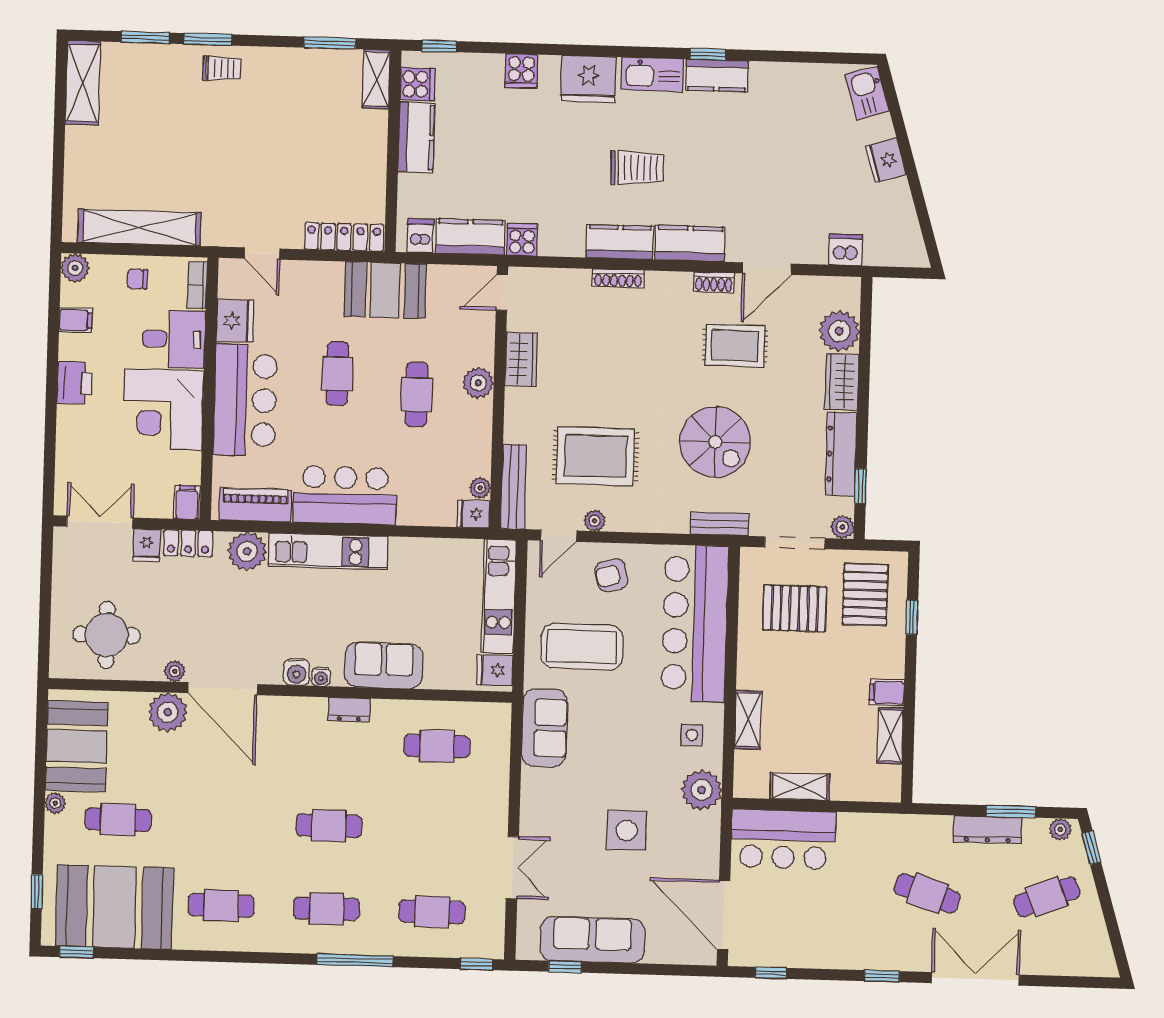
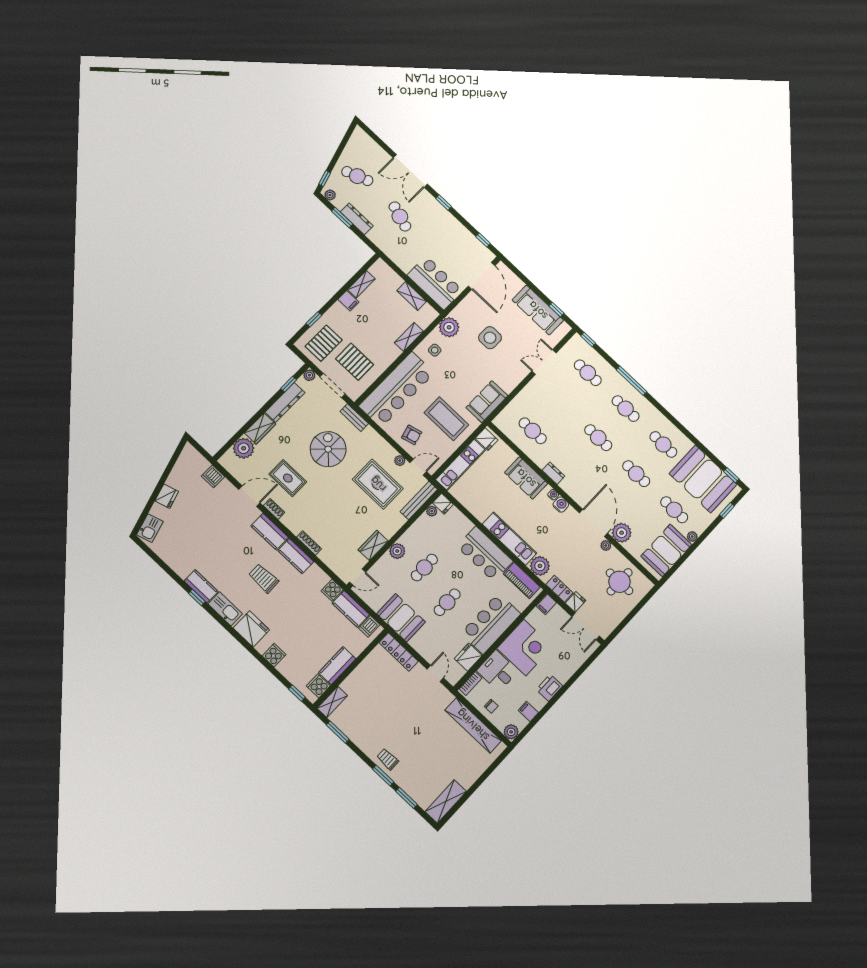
cafe table: (223, 823) -> (636, 474), added

